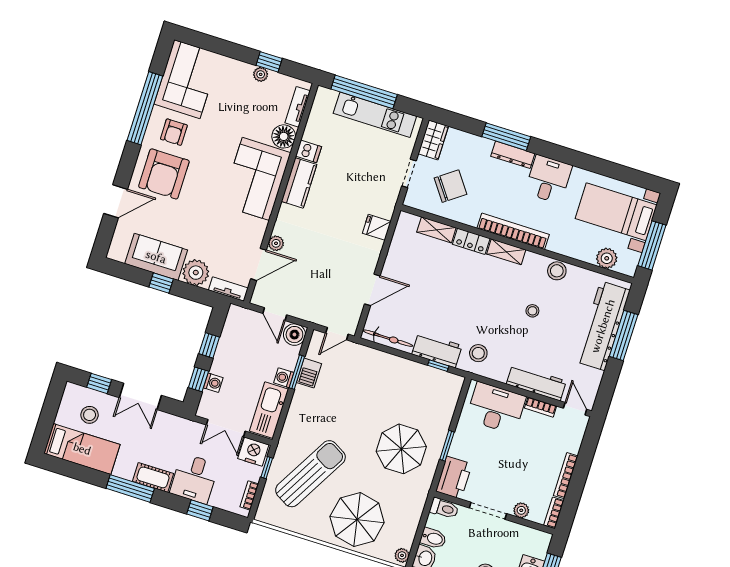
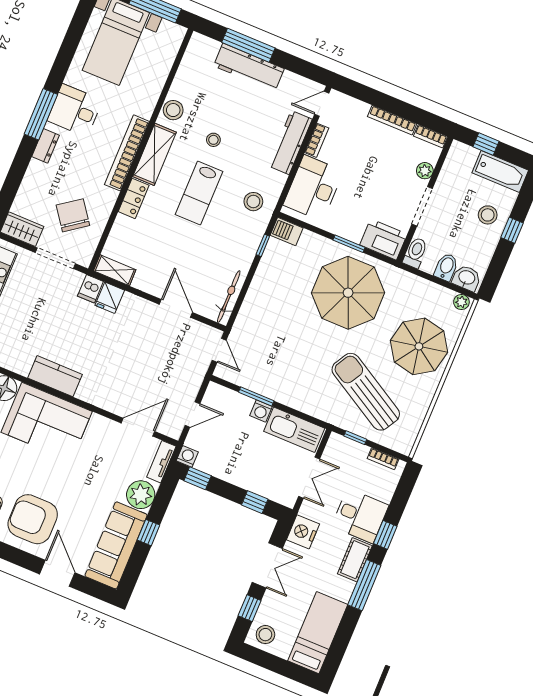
window: (506, 137) -> (41, 114), moved
dishwasher: (309, 151) -> (90, 289), moved, turned 180
dresser: (513, 155) -> (45, 146), width x0.70
doorway: (409, 173) -> (55, 258), width x1.38
armchair: (164, 174) -> (33, 519), turned 180
shelving: (436, 230) -> (115, 270), moved, turned 90
plant: (276, 243) -> (117, 406), removed
shelving: (506, 252) -> (154, 154), width x1.50, depth x1.33
sofa: (156, 257) -> (116, 545), width x1.36
plant: (607, 258) -> (165, 56), removed
door: (258, 264) -> (138, 427), hinge flipped
lab bench: (482, 302) -> (199, 193), added
workbench: (603, 326) -> (249, 67), width x0.73, depth x0.76
boiler: (294, 335) -> (216, 396), removed
window: (209, 345) -> (198, 478), moved
workbench: (437, 350) -> (246, 245), removed
barbecue: (309, 373) -> (287, 232), moved, turned 180
washing machine: (213, 383) -> (187, 456), moved
stool: (90, 415) -> (265, 635), moved
parasol: (401, 449) -> (348, 293), width x1.36, depth x1.36
nightstand: (253, 452) -> (303, 532), moved
window: (200, 510) -> (385, 535), moved

